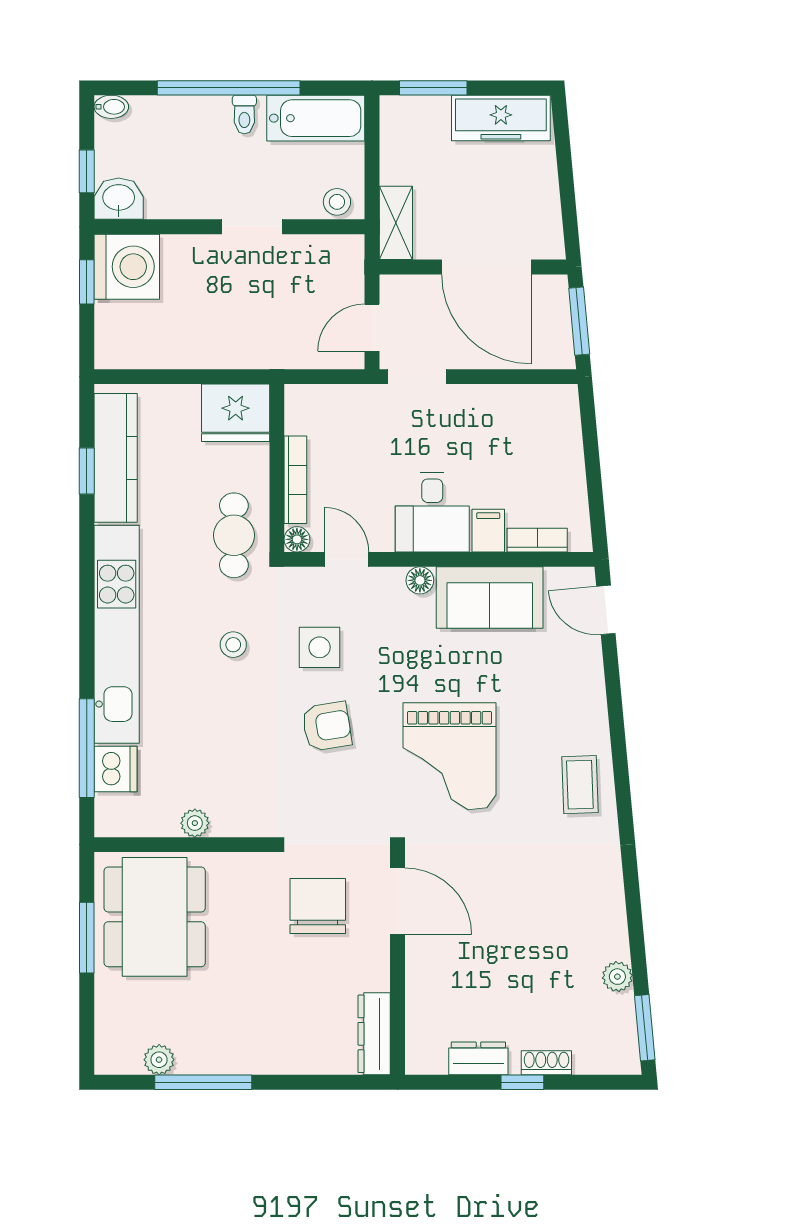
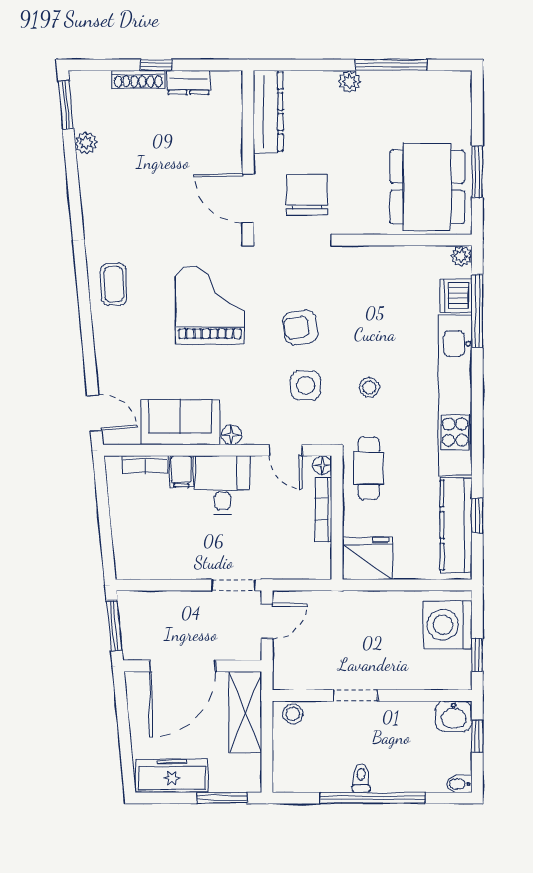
bathtub: (316, 118) -> (308, 776), removed
shelving: (396, 223) -> (245, 712), width x1.50, depth x1.33
washing machine: (127, 267) -> (448, 625), moved
door: (486, 267) -> (183, 666), swing flipped
plant: (195, 823) -> (461, 256), moved
chair: (318, 906) -> (307, 195), turned 180
dresser: (374, 1034) -> (268, 112), width x1.37, depth x1.24
plant: (159, 1060) -> (350, 82), moved
shoe rack: (546, 1063) -> (138, 79), width x1.43

